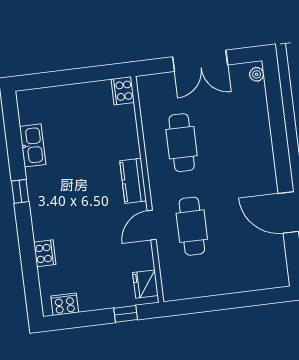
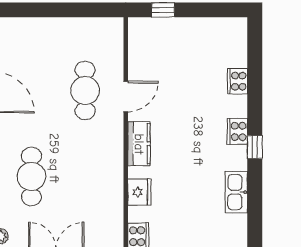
cafe table: (182, 143) -> (31, 176), moved
fridge: (145, 284) -> (139, 192), moved
cooker: (65, 304) -> (237, 131), moved, turned 90

